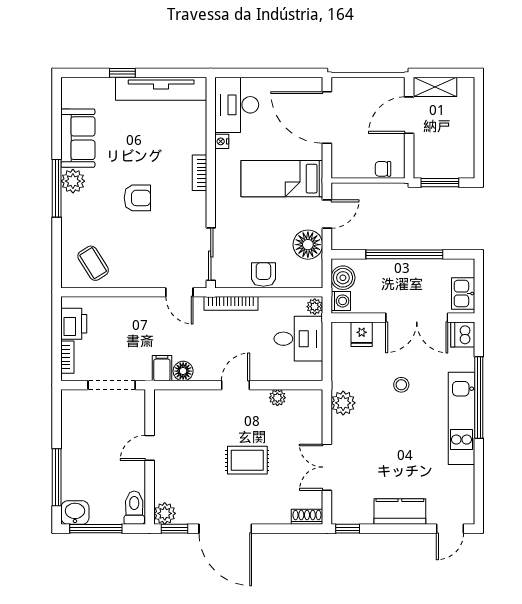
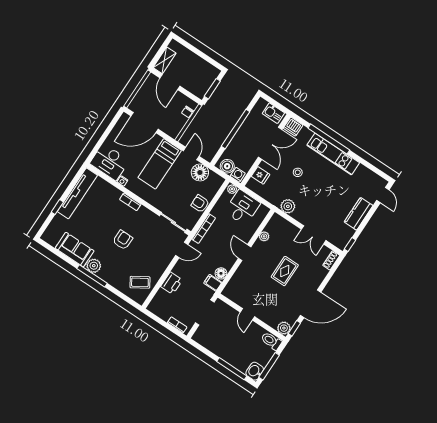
printer: (74, 324) -> (172, 283), moved, turned 90

